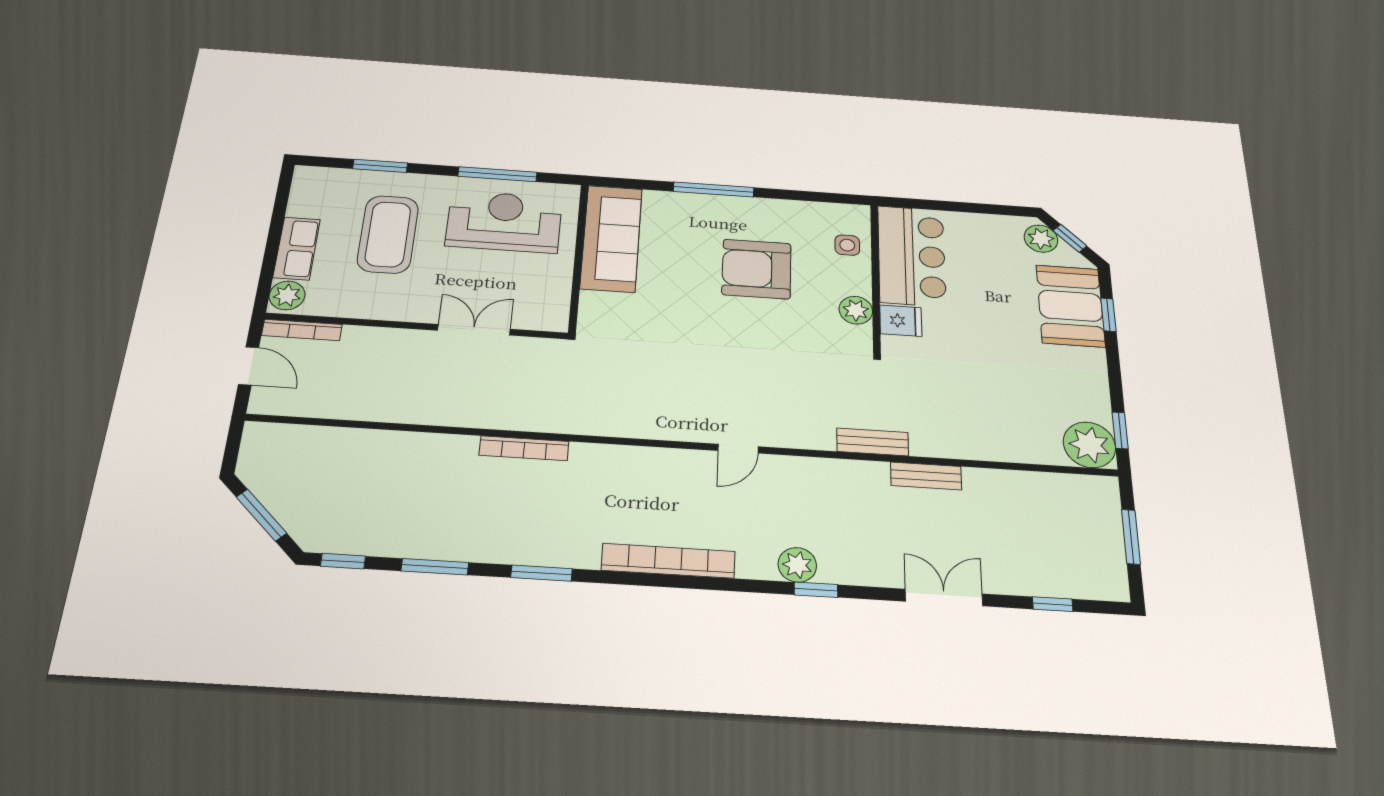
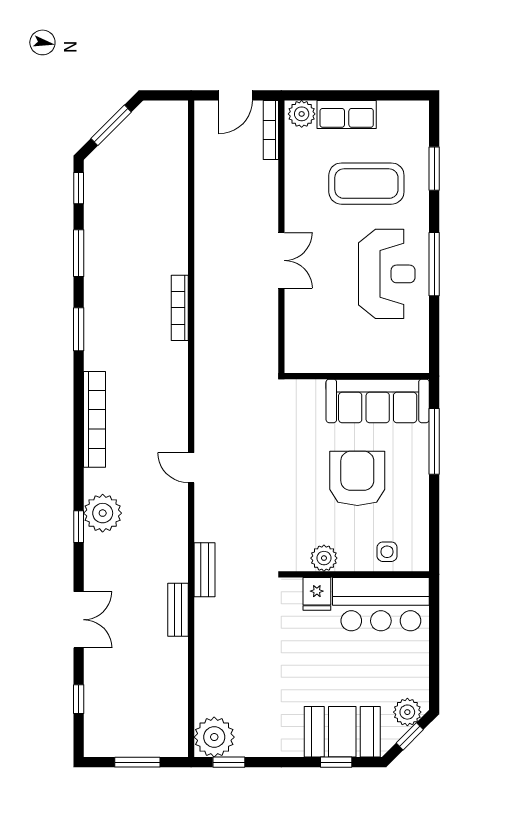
sofa: (611, 238) -> (378, 401), moved
wall: (579, 257) -> (357, 376), moved
plant: (797, 565) -> (103, 513), width x1.36, depth x1.36

